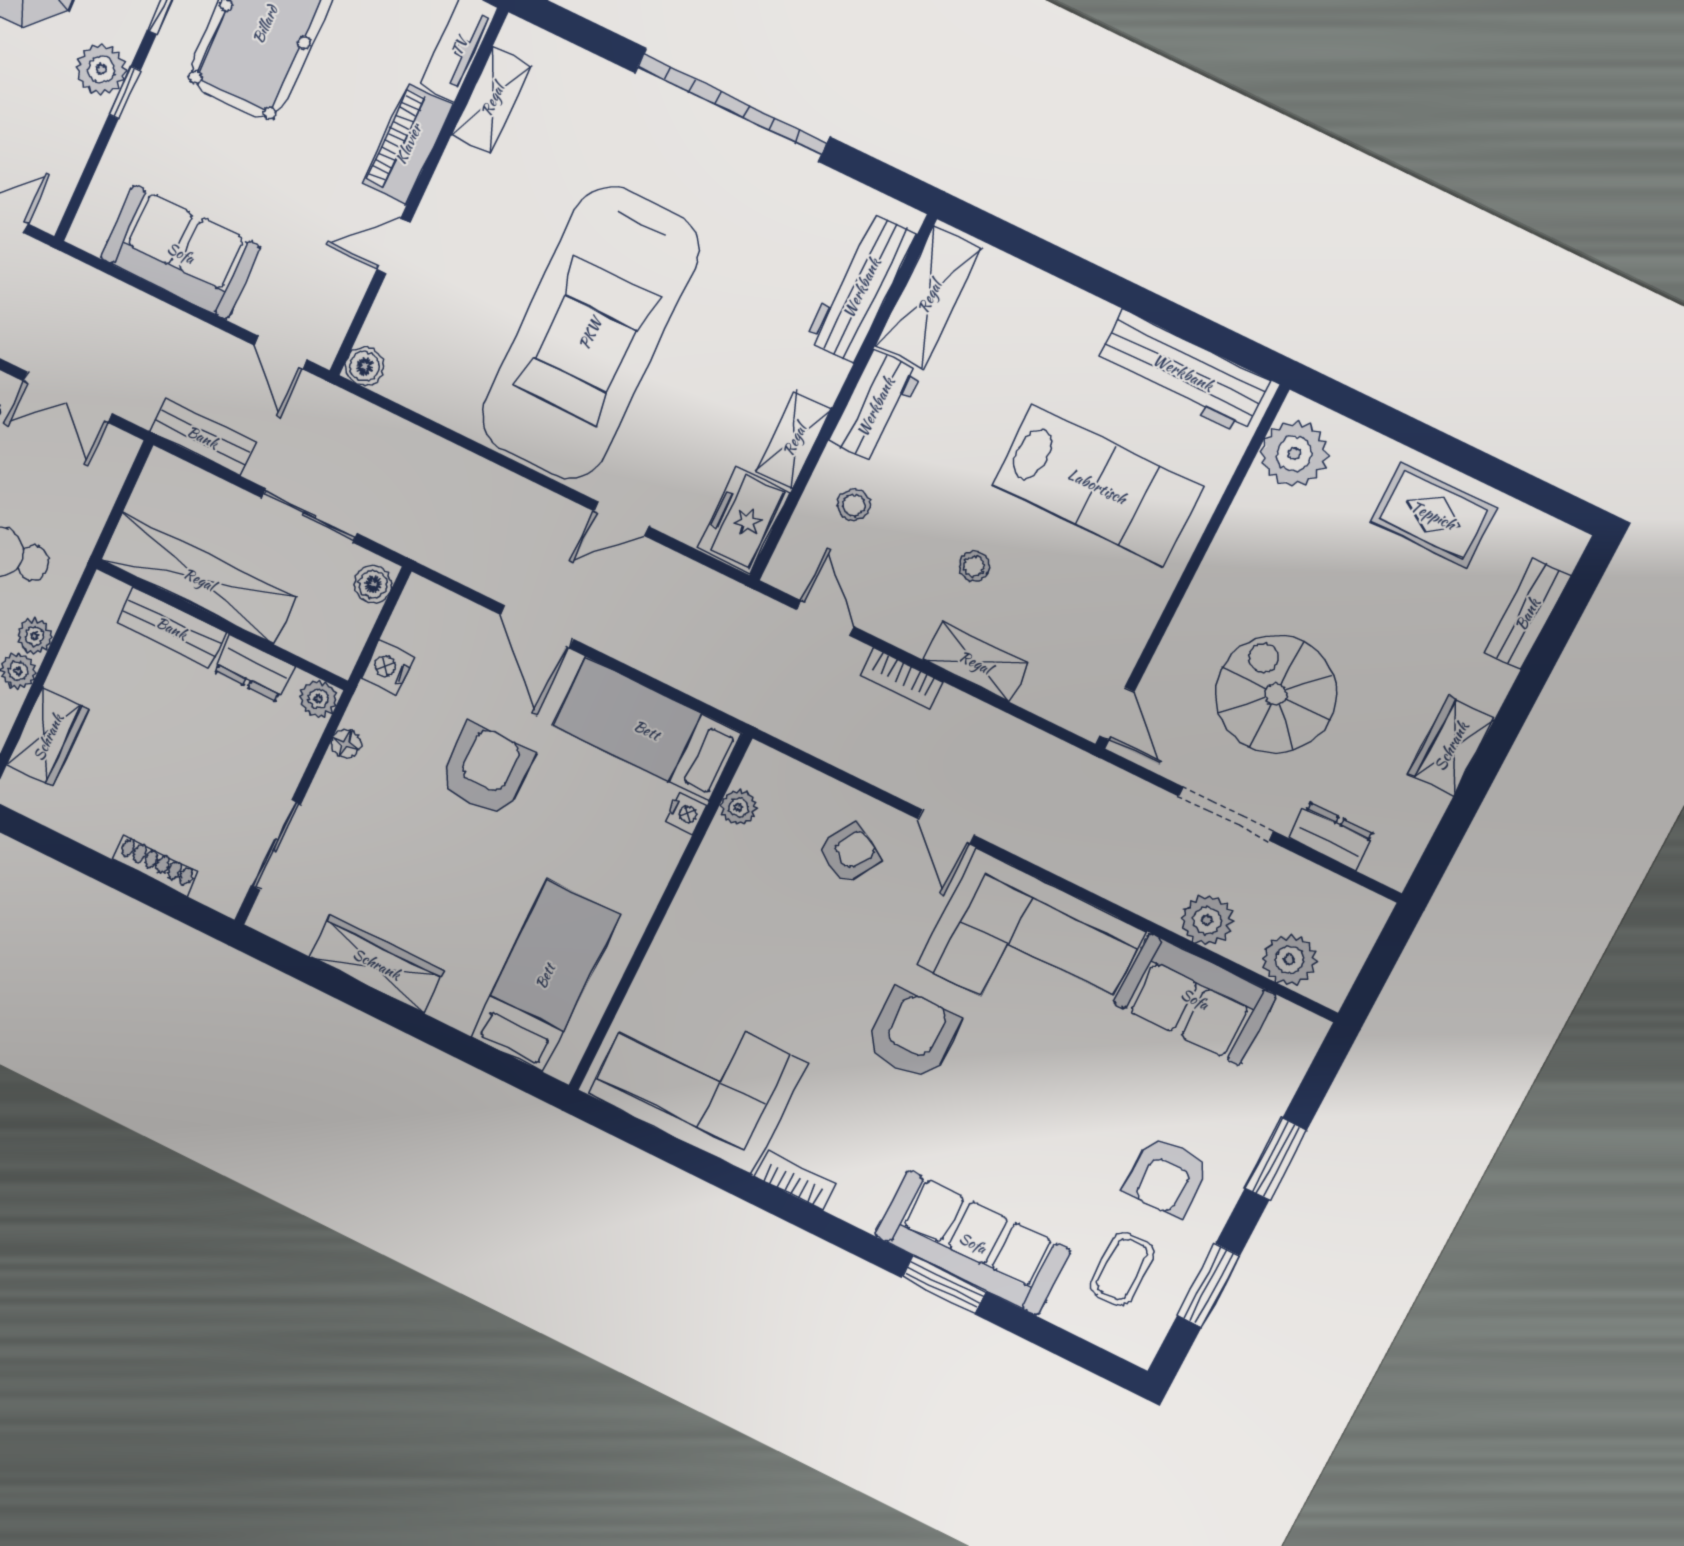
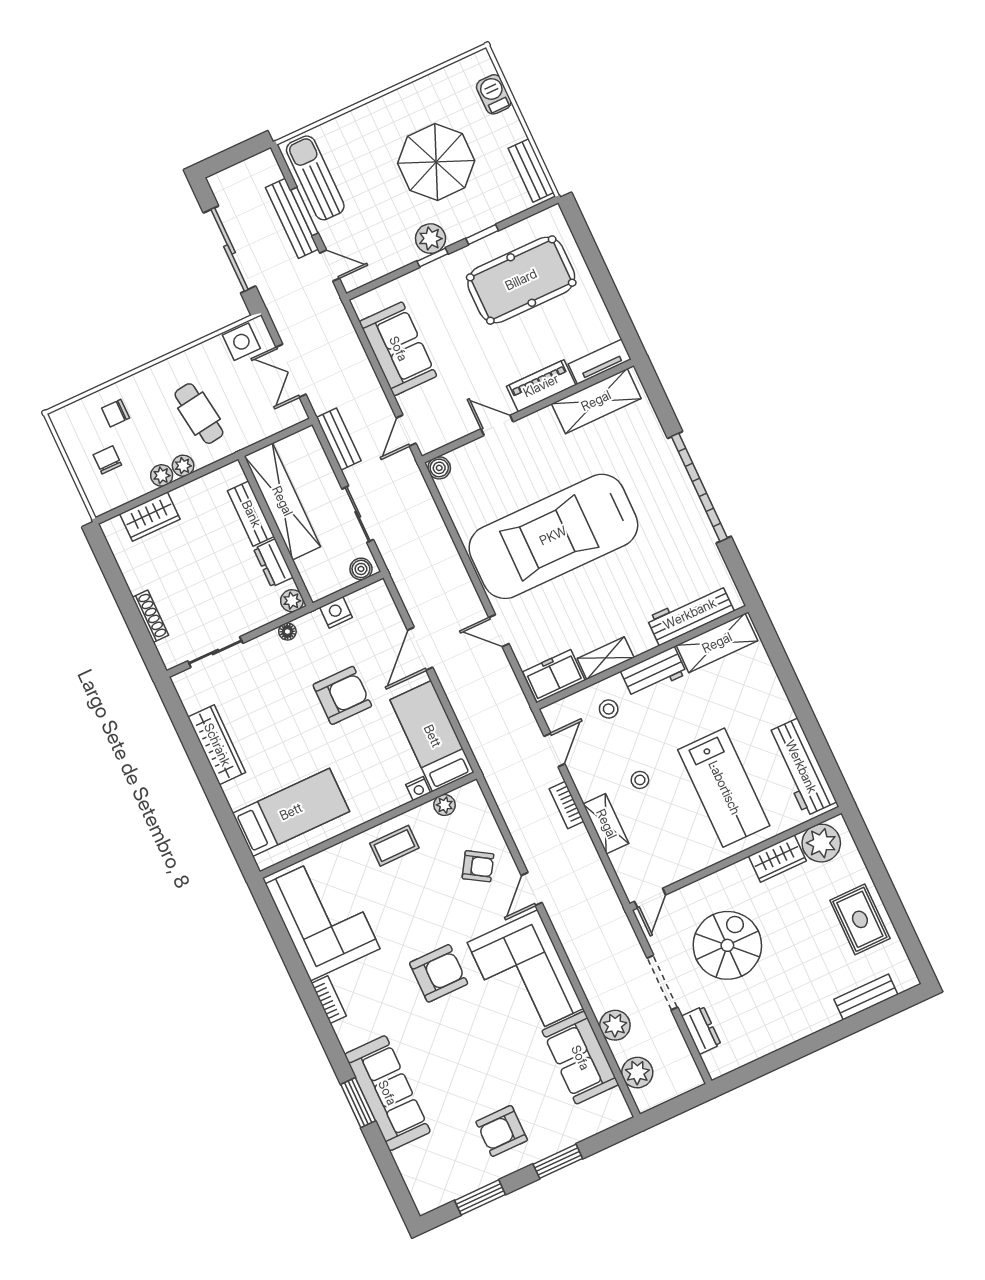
shelving: (492, 100) -> (596, 401), width x1.50, depth x1.33
wardrobe: (1451, 746) -> (777, 859), moved, turned 180
coffee table: (1122, 1269) -> (394, 846), moved

